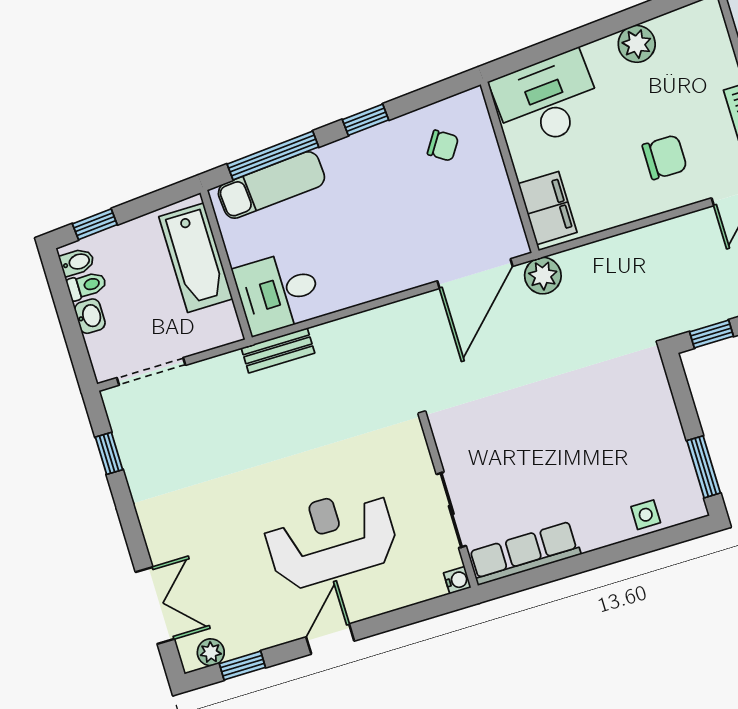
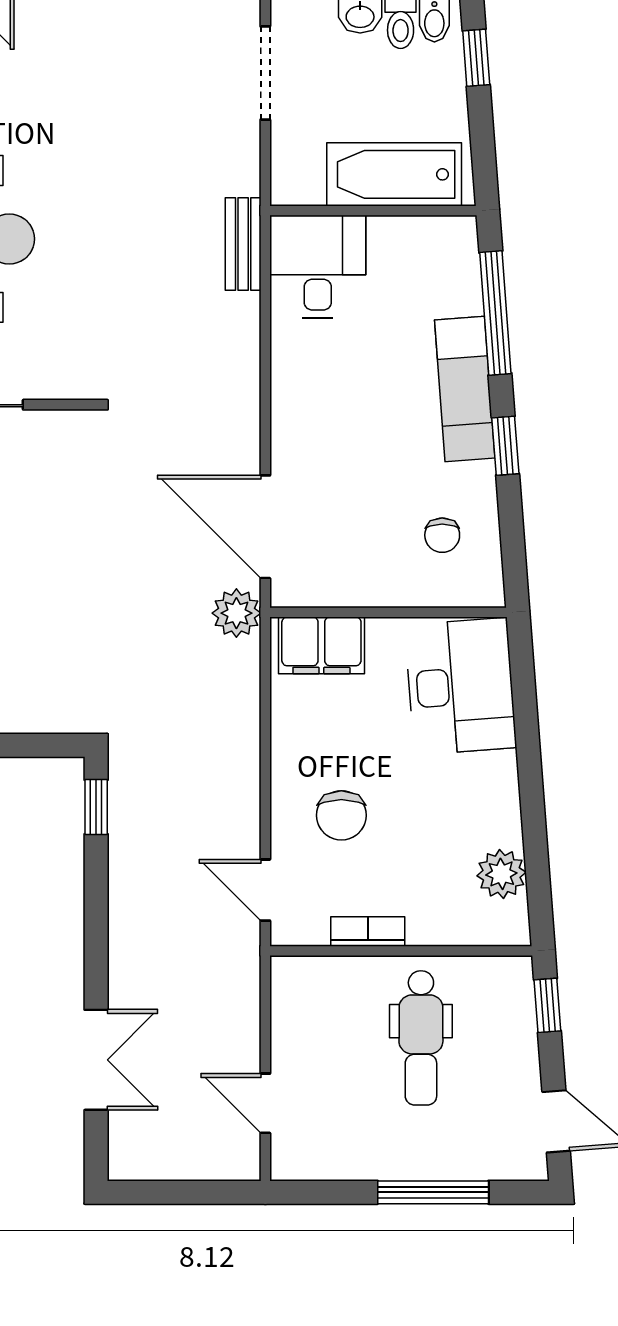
plant: (637, 44) -> (501, 874), moved
chair: (443, 146) -> (442, 535), turned -33
exam couch: (271, 185) -> (465, 389), moved

